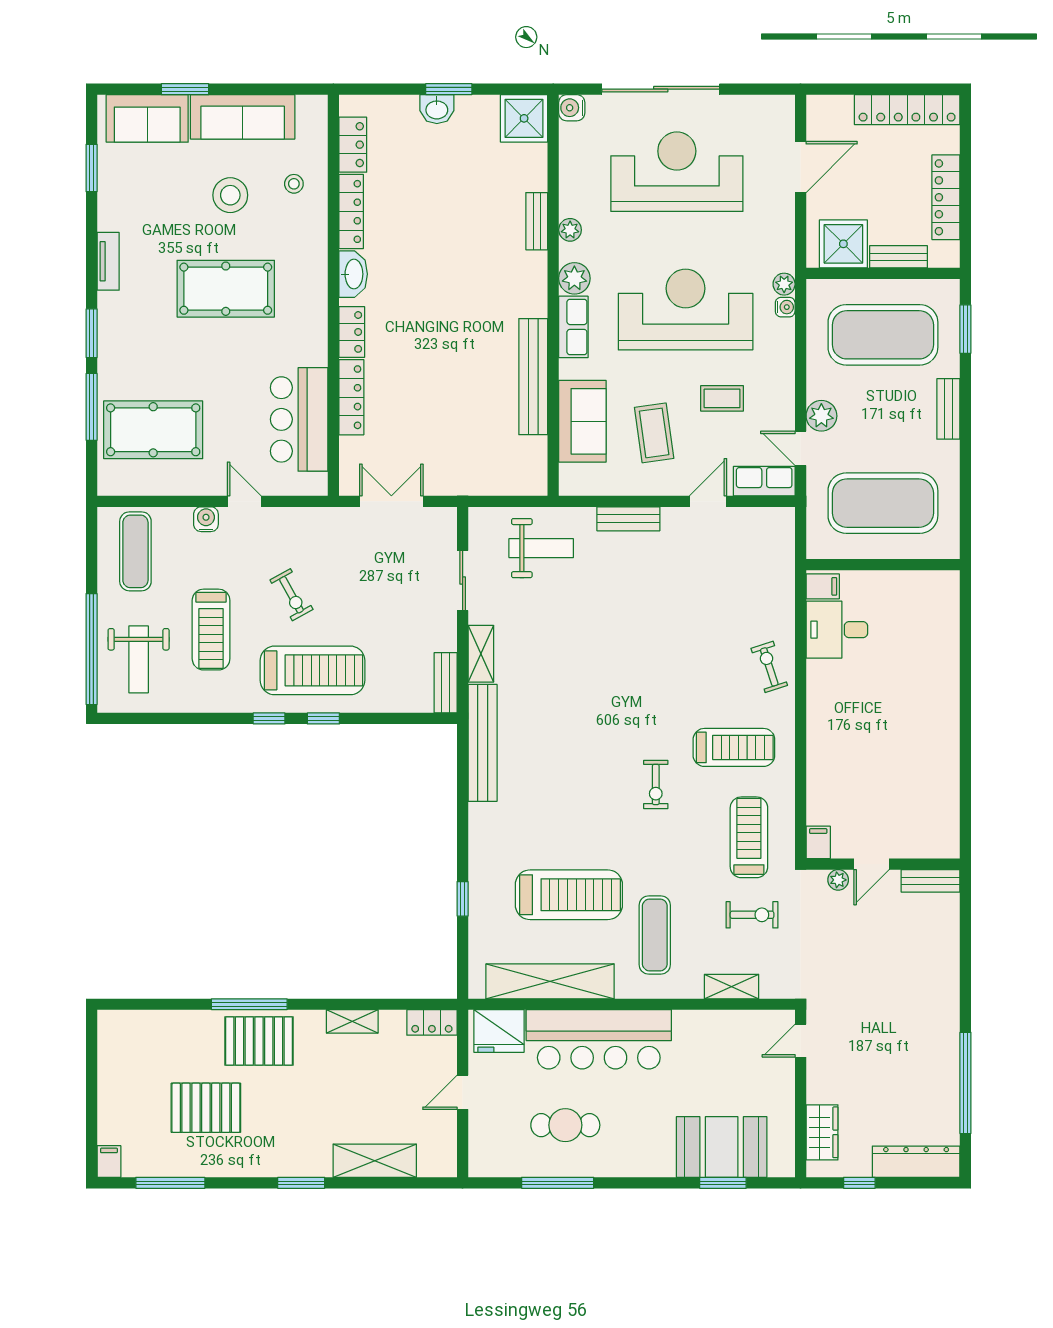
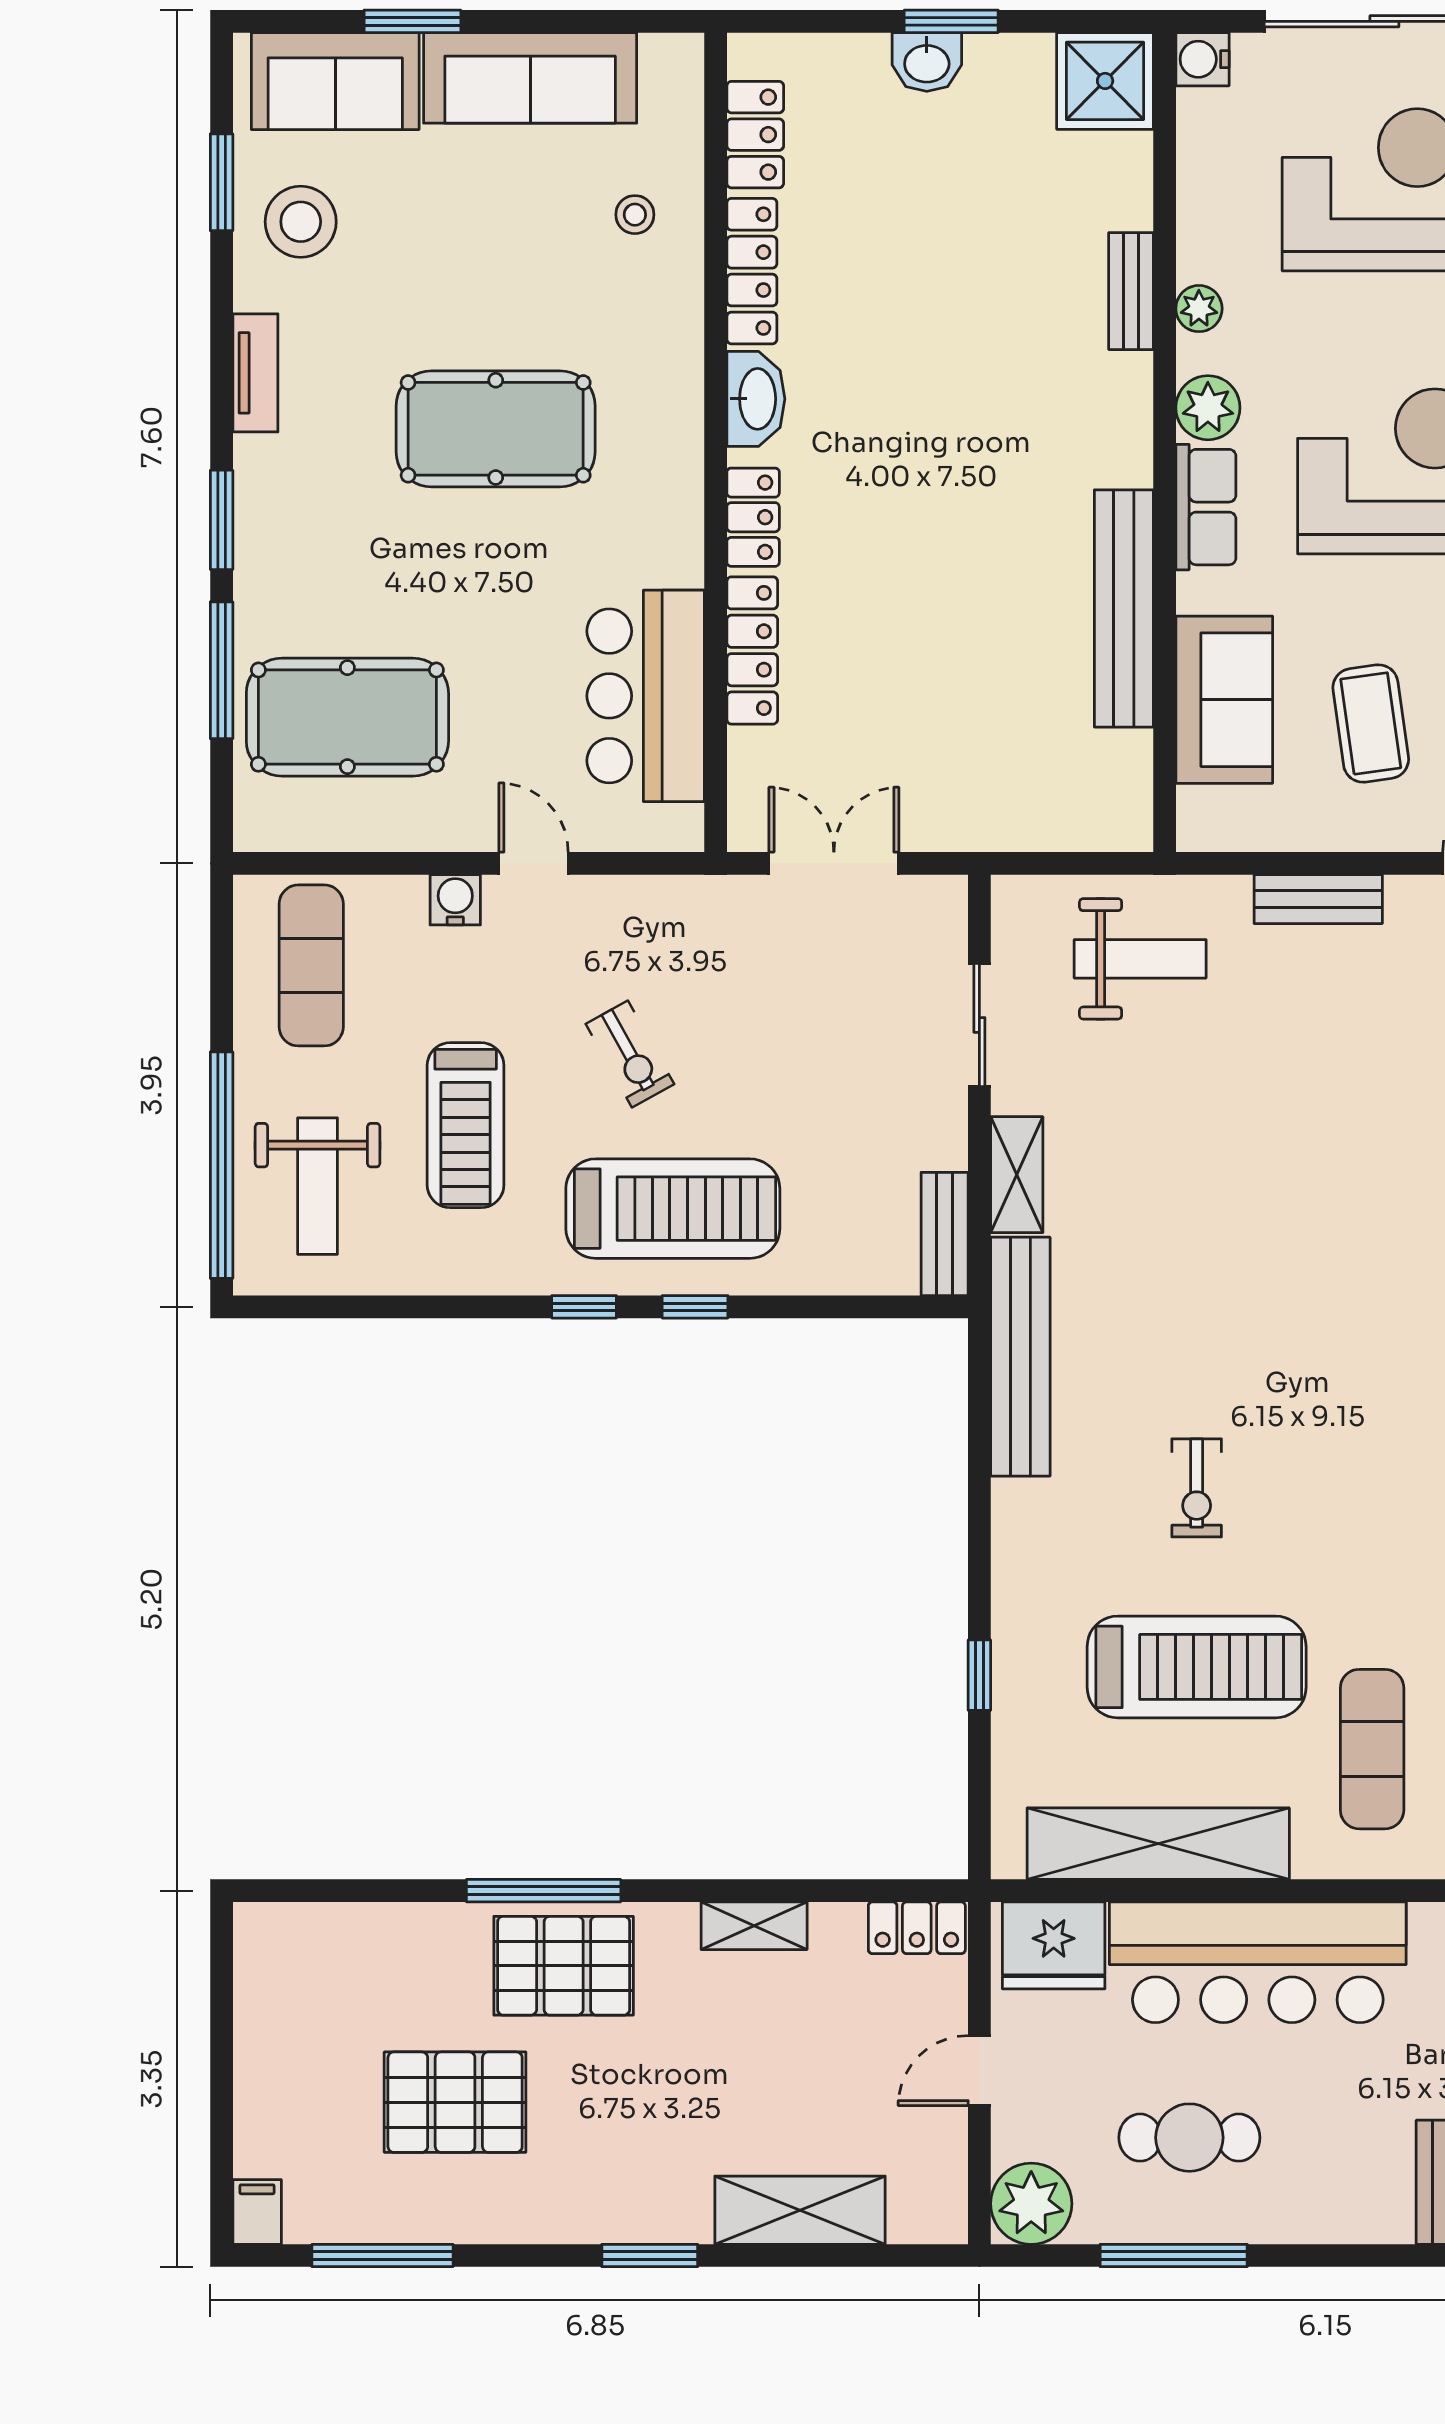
stool: (230, 195) -> (301, 222), moved
exercise bike: (656, 785) -> (1197, 1488), moved
plant: (488, 1157) -> (1031, 2204), added

